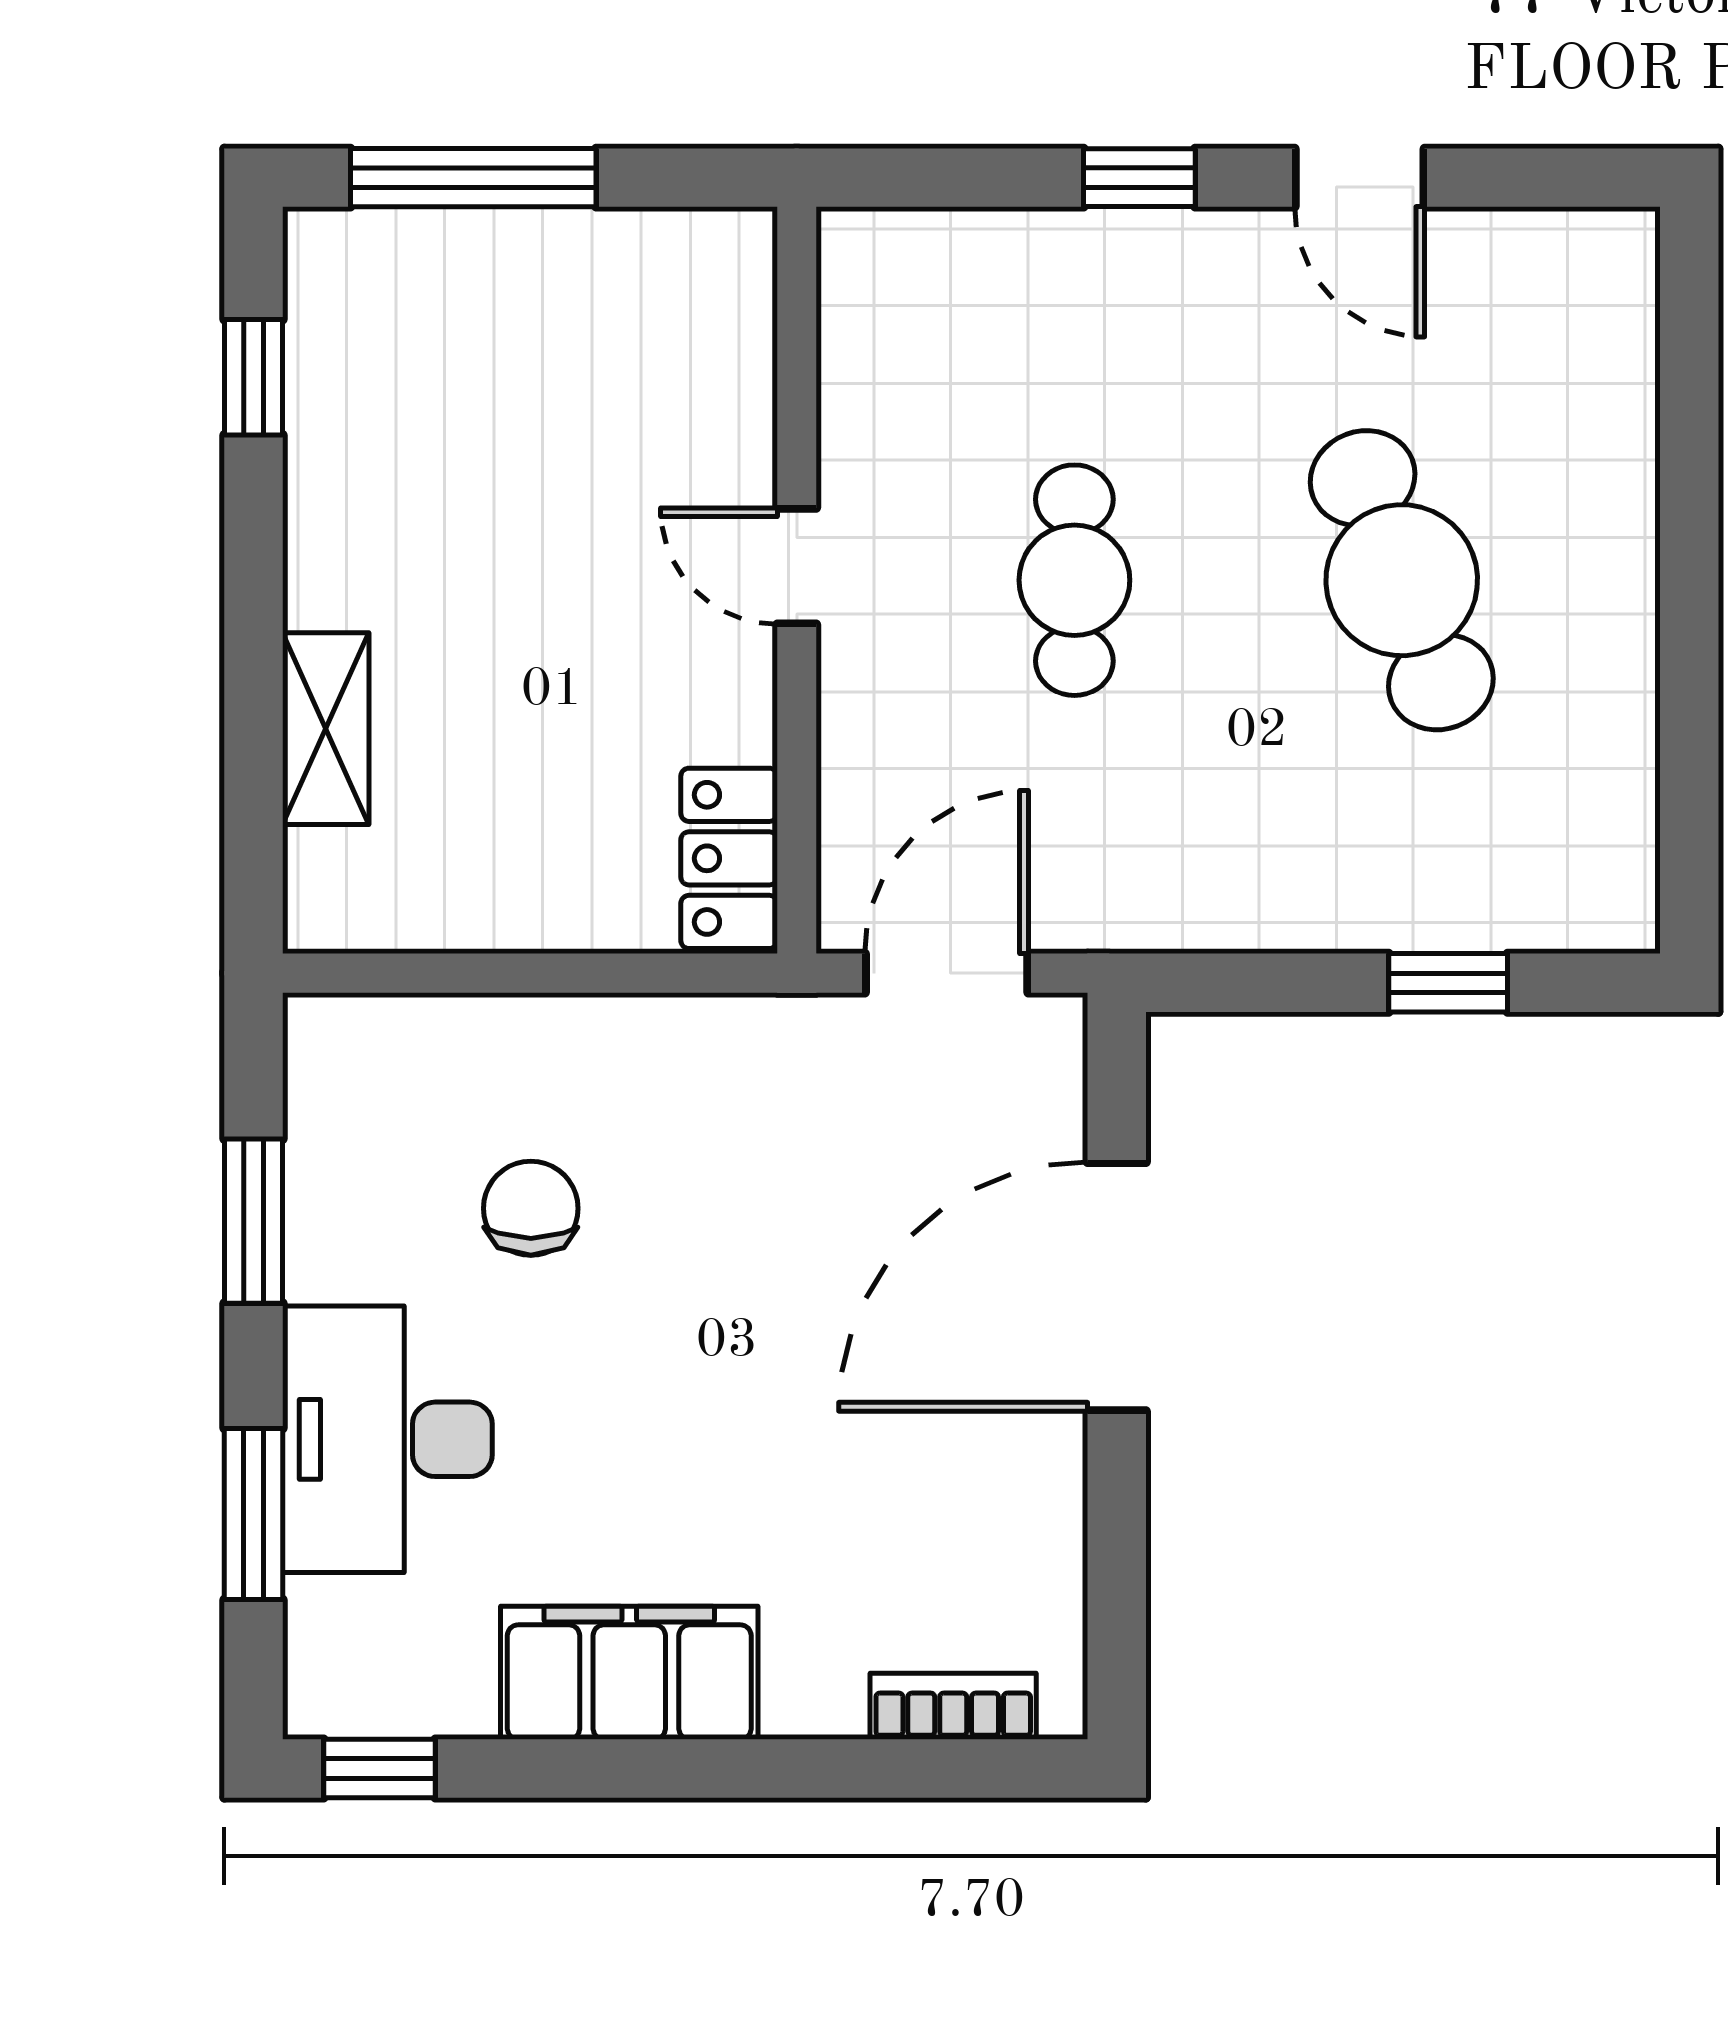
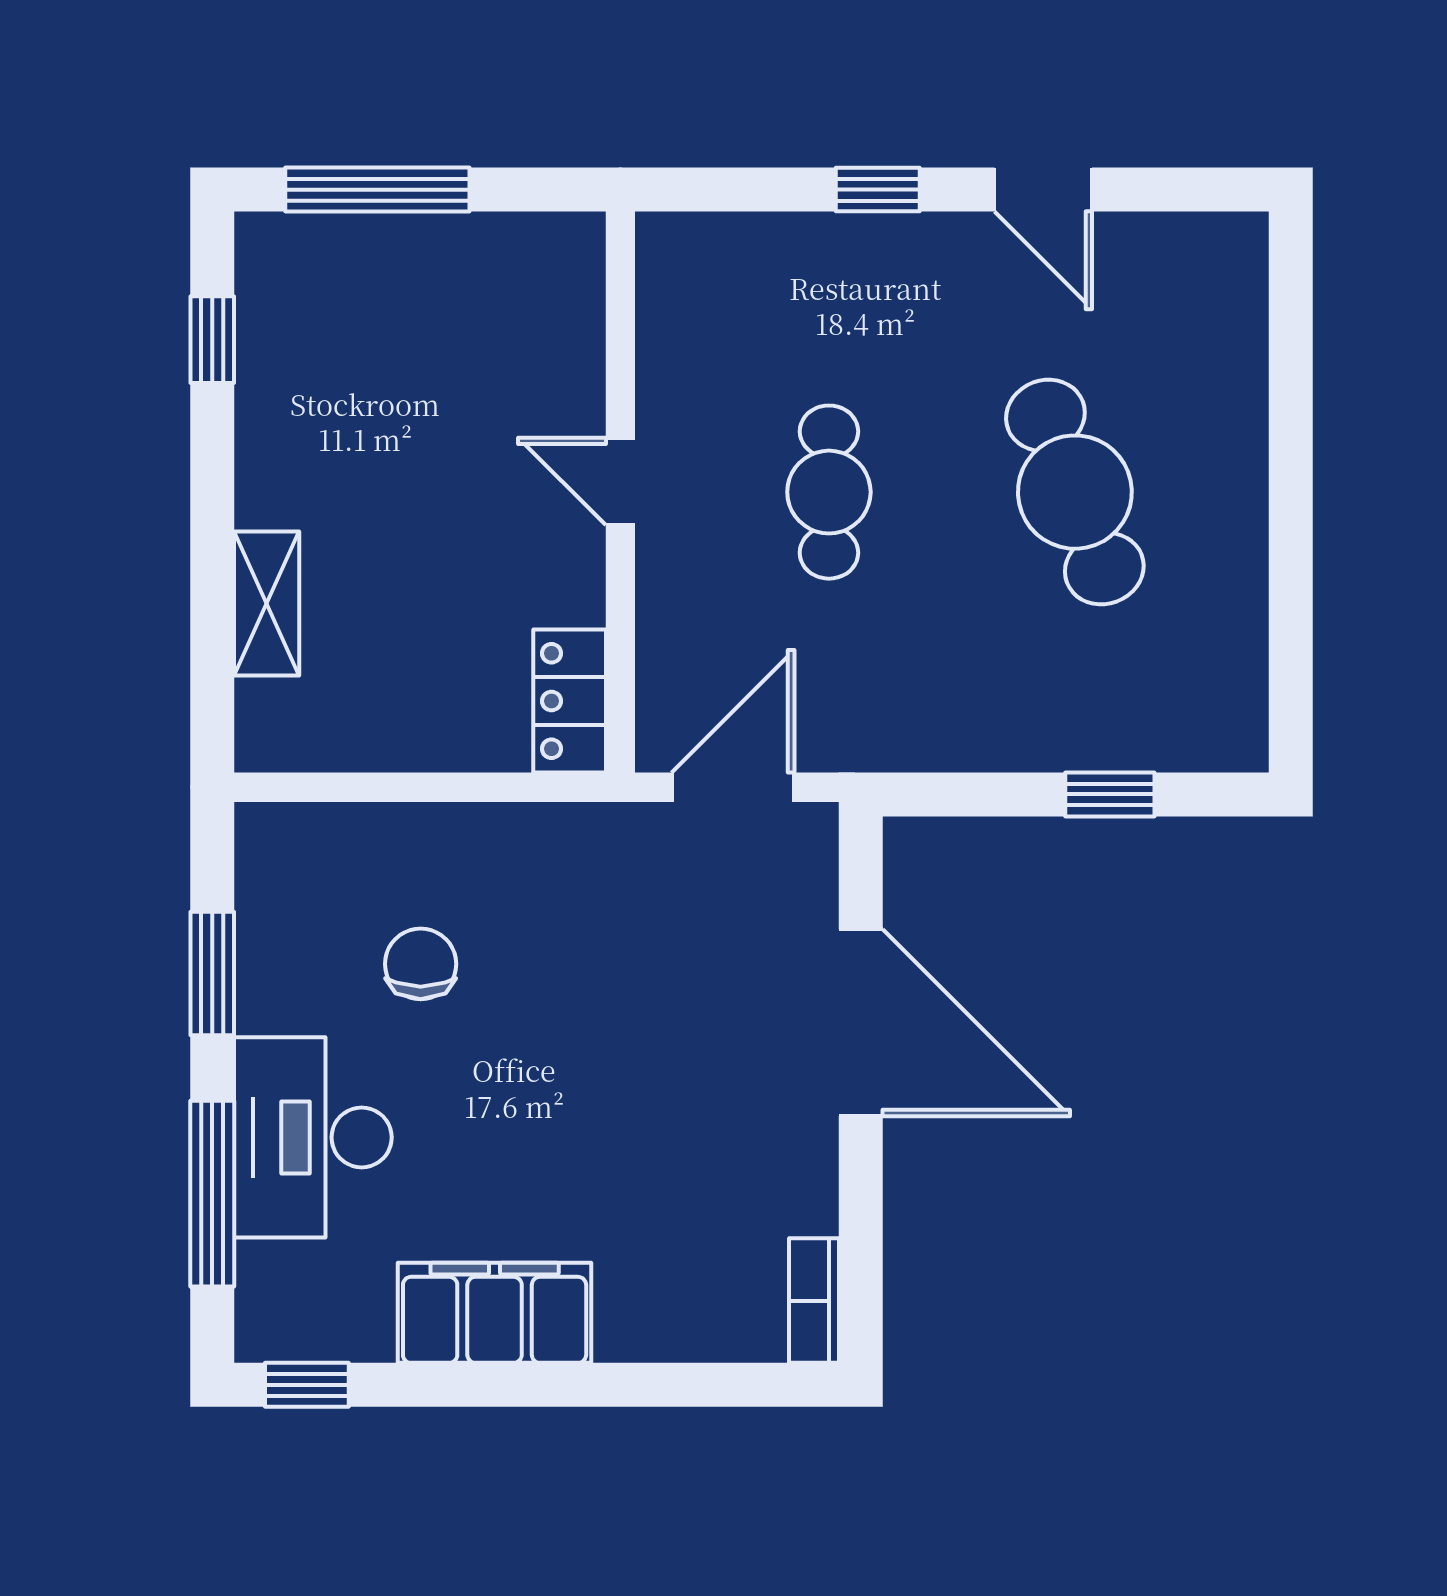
door: (1117, 1287) -> (861, 1023), swing flipped
window: (253, 1514) -> (212, 1194), width x1.44
bookcase: (953, 1706) -> (814, 1301), moved, turned -90

